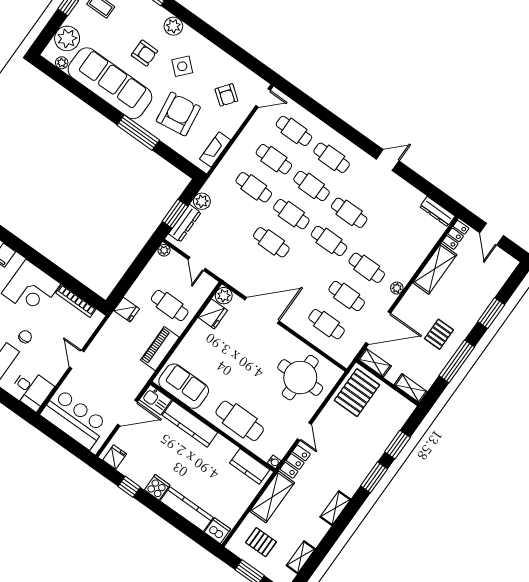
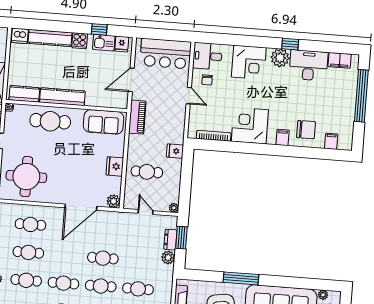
dresser: (185, 223) -> (170, 240), width x0.70
fridge: (213, 314) -> (115, 166), moved
chair: (25, 337) -> (207, 80), moved
piano: (160, 349) -> (137, 117), moved
kitchen sink: (155, 400) -> (104, 43), moved, turned 180
kitchen counter: (190, 424) -> (62, 97), moved

